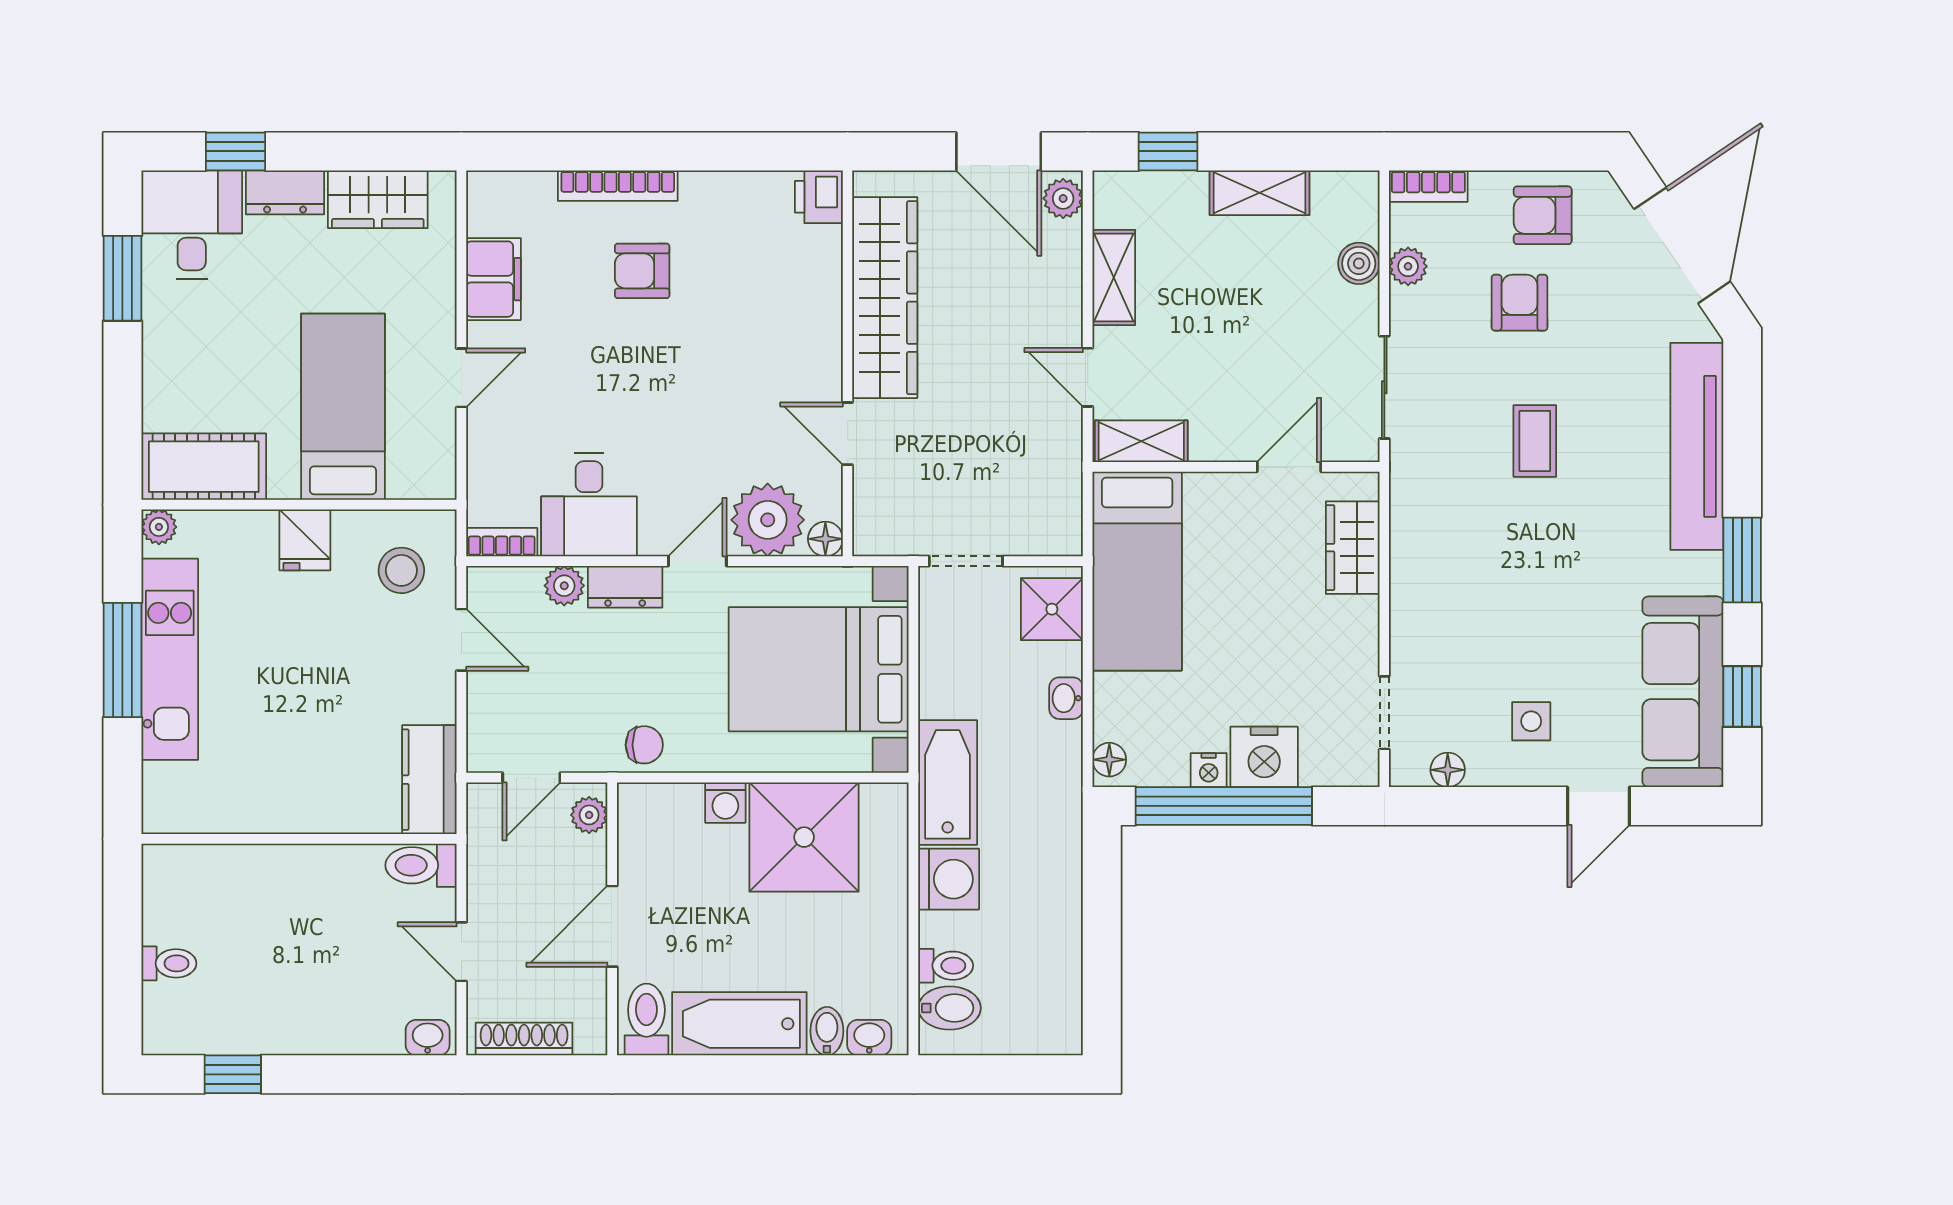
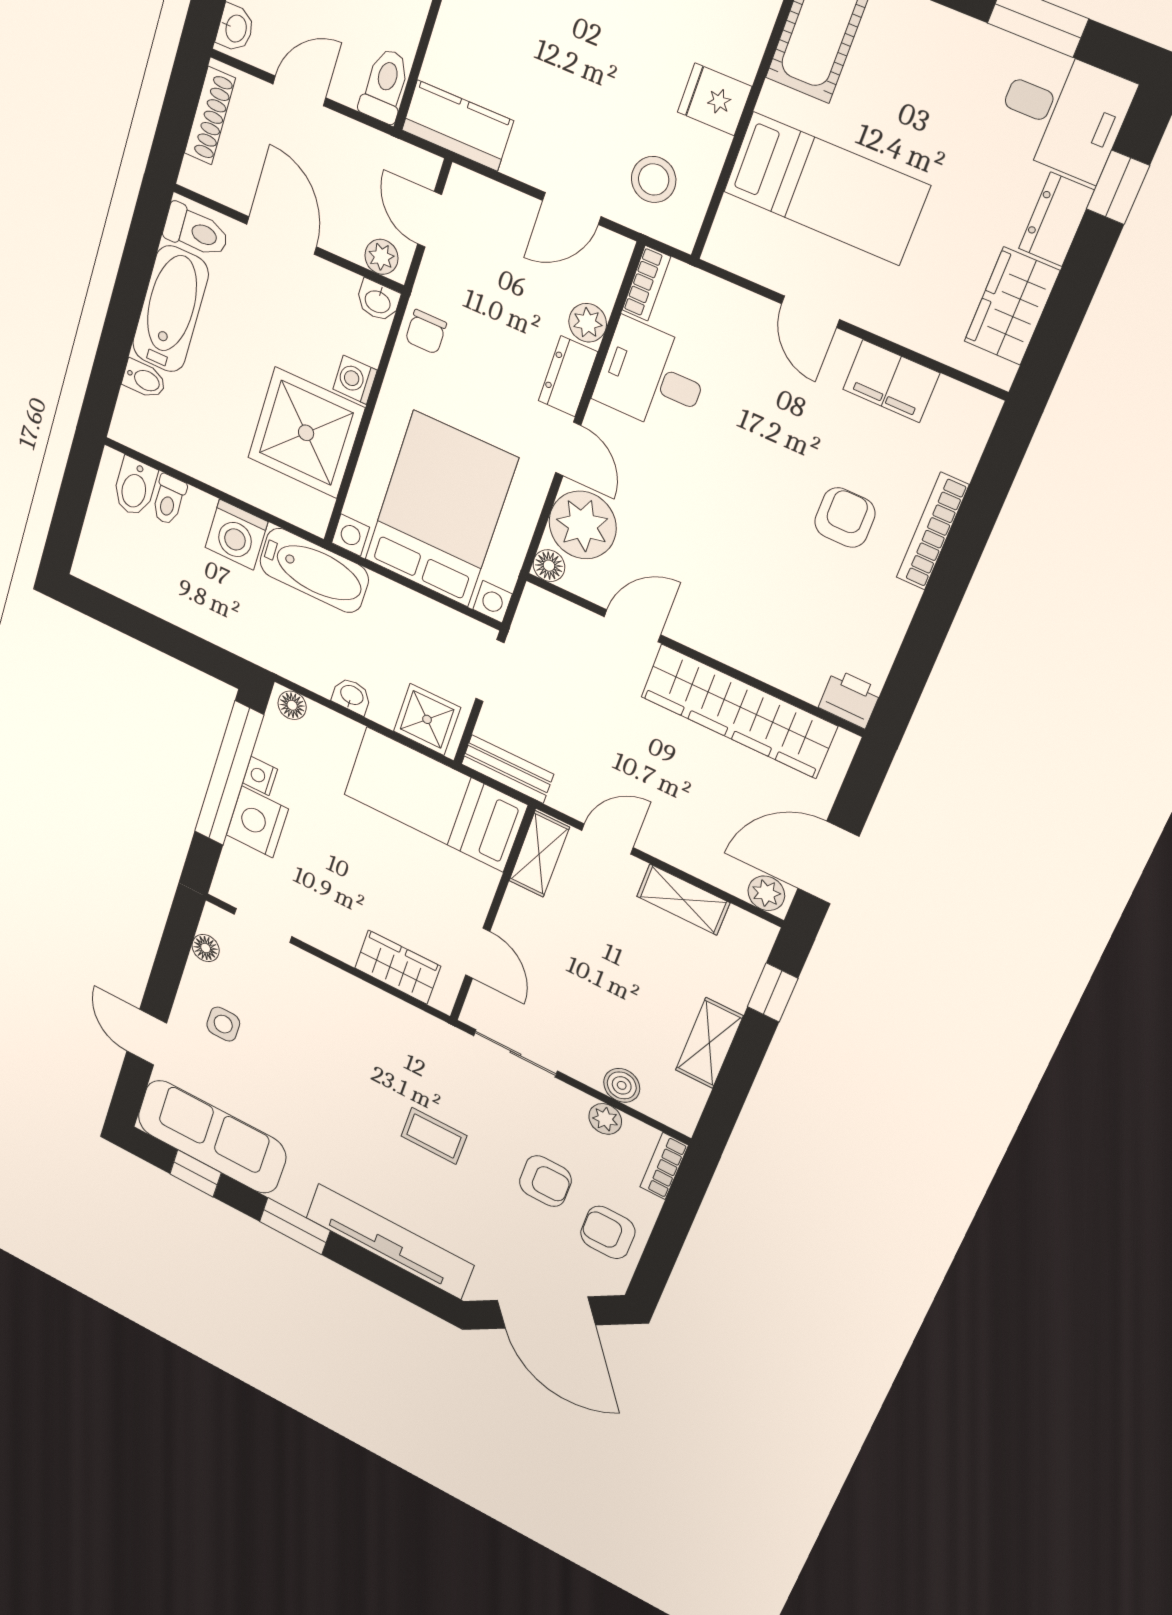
armchair: (1543, 215) -> (608, 1232), turned -90
bench: (1064, 507) -> (507, 769), added
washbasin: (869, 1038) -> (378, 301), moved, turned 90

